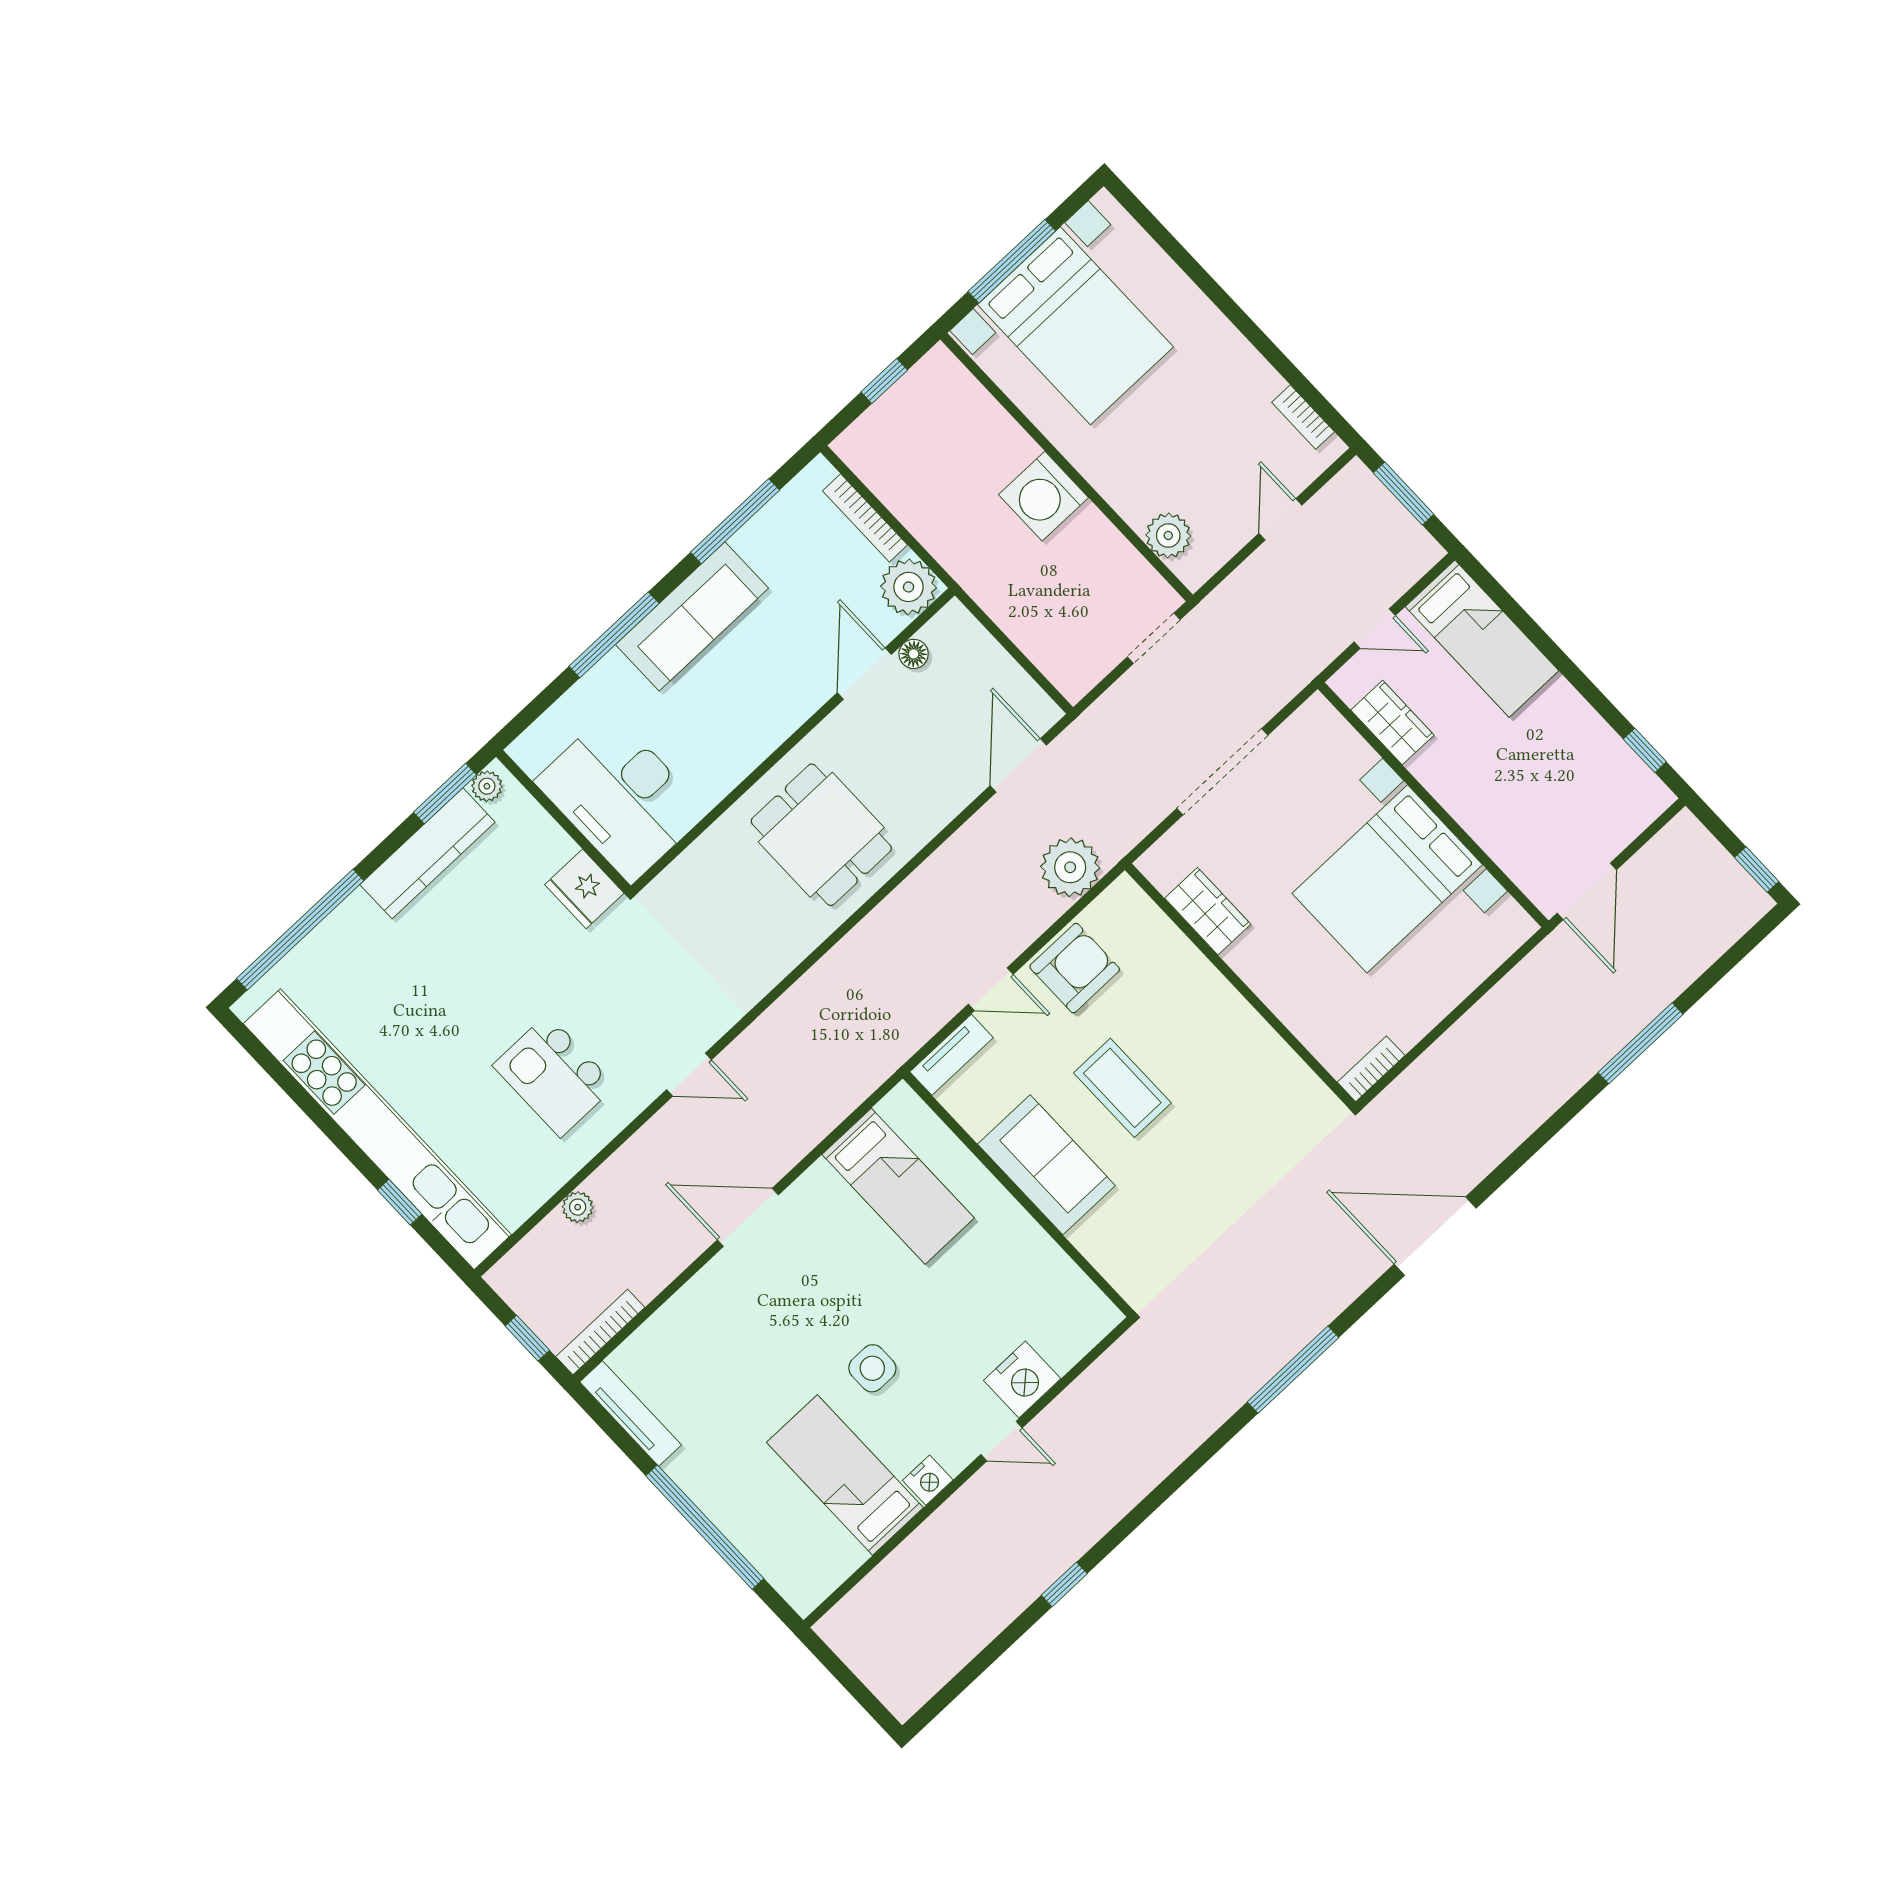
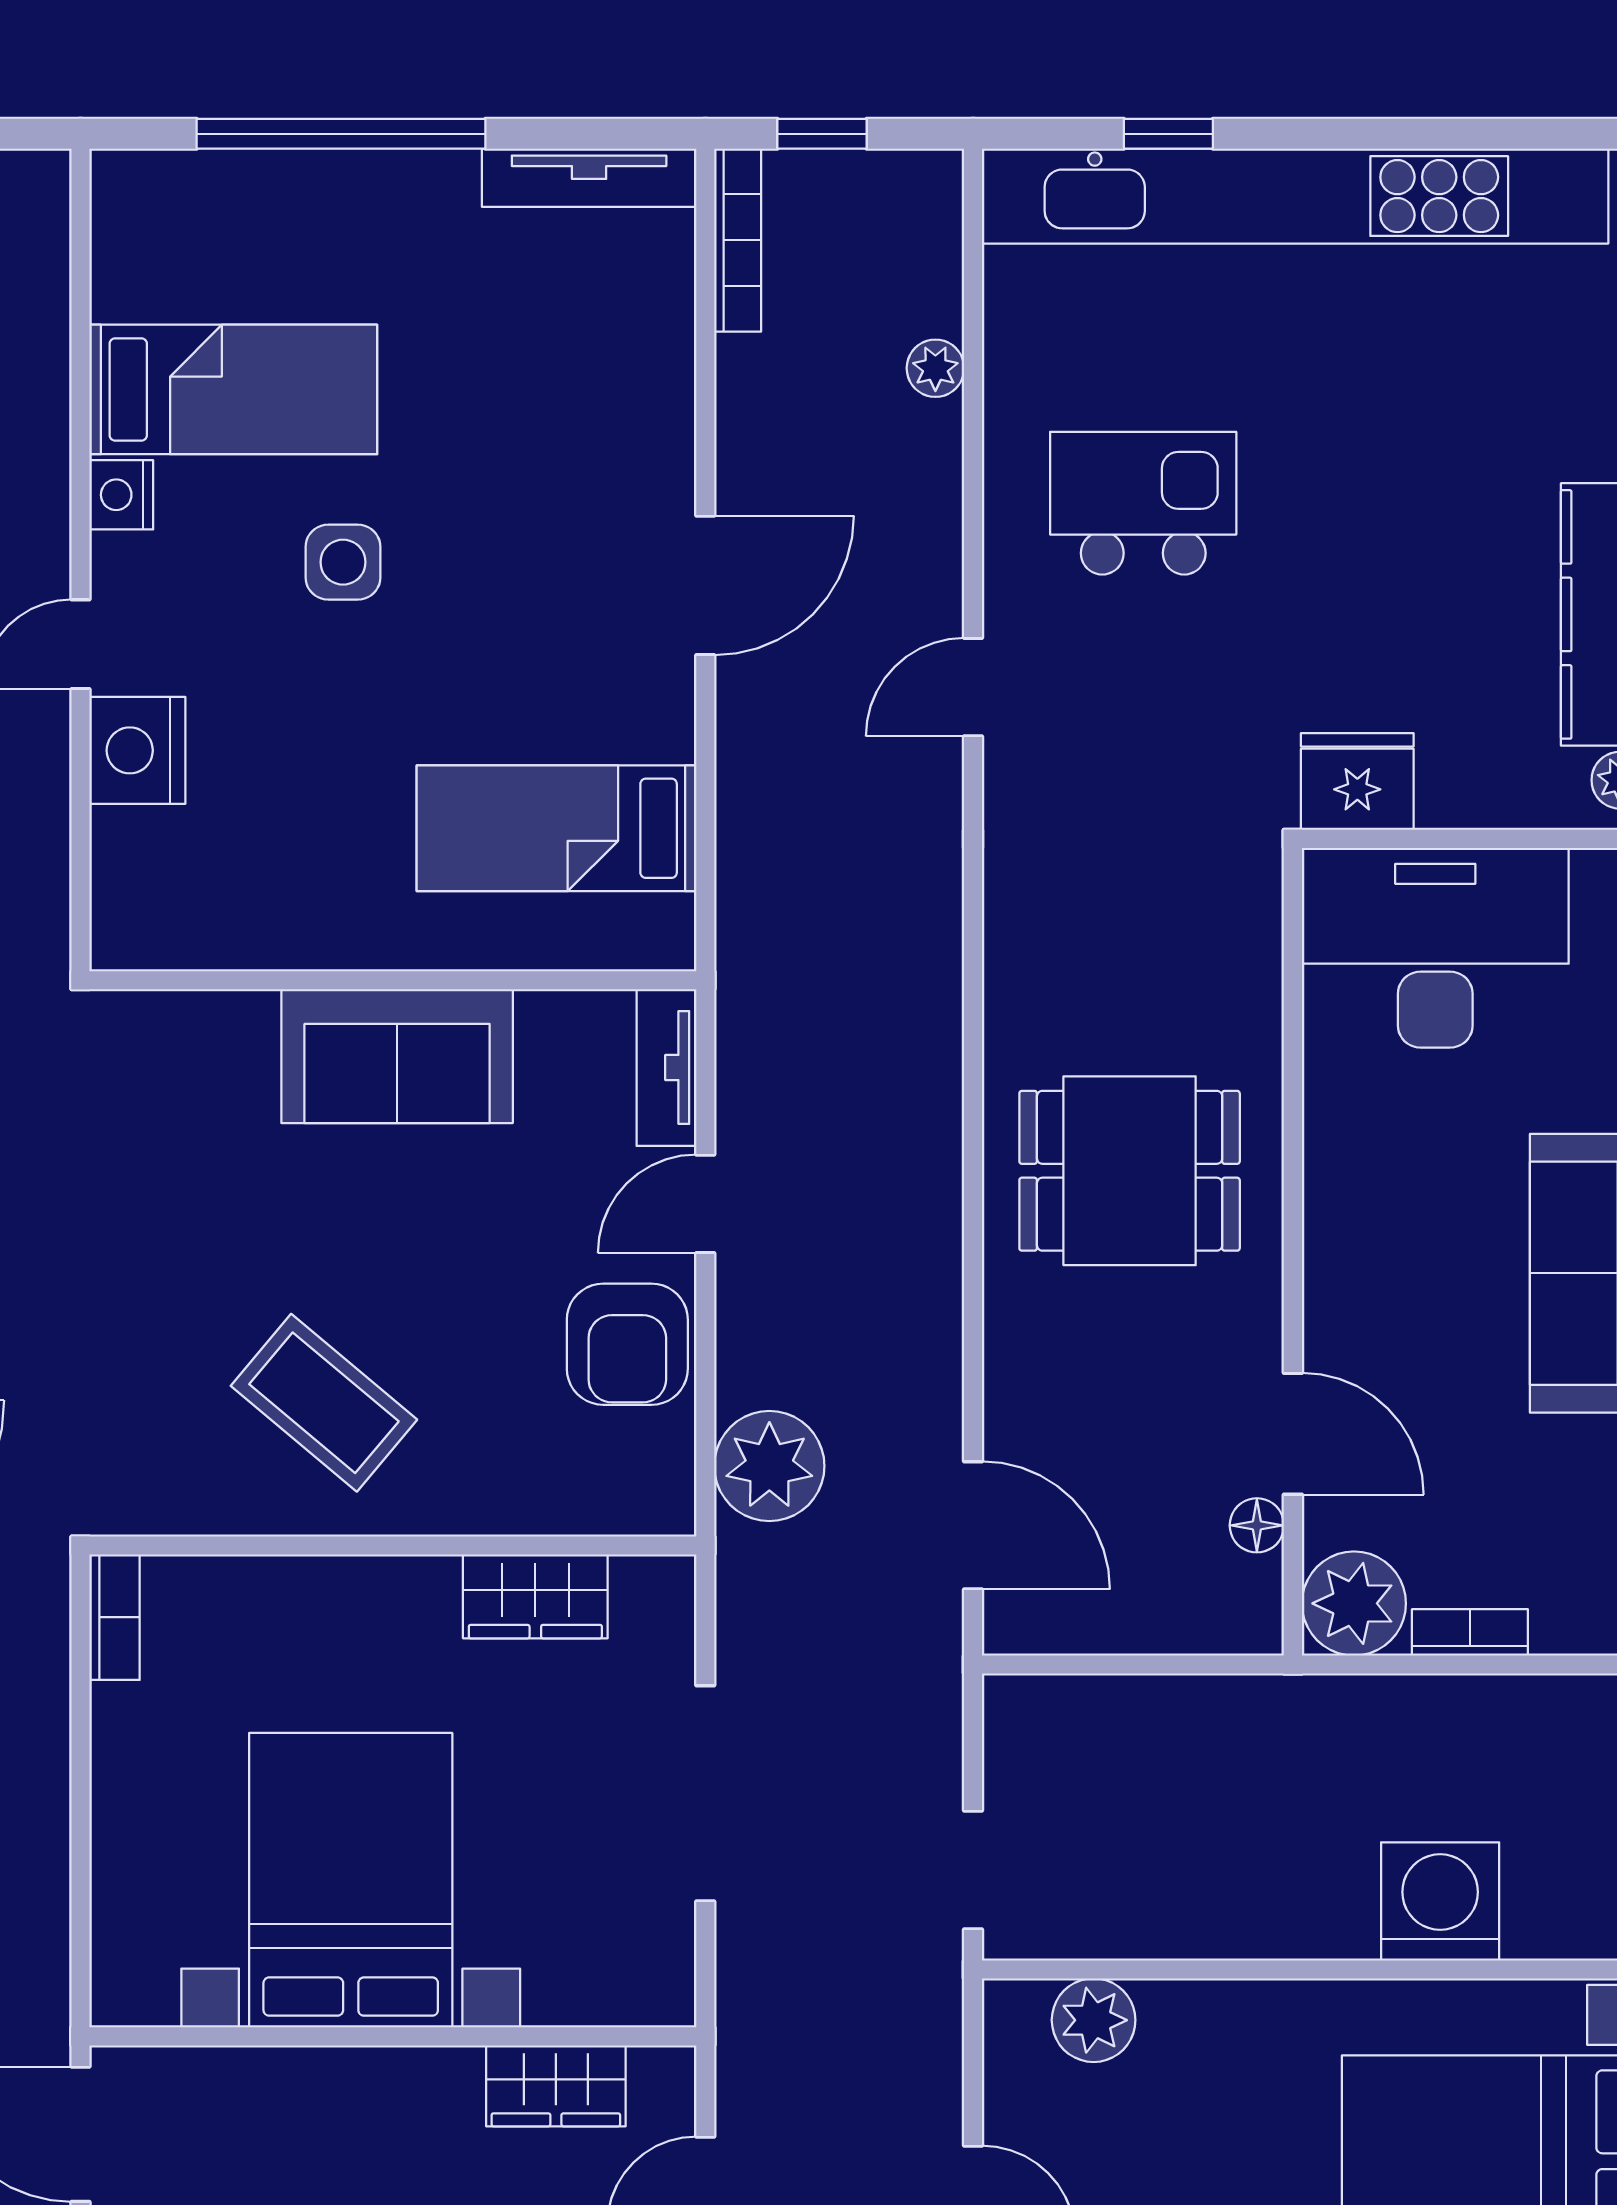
washing machine: (1044, 496) -> (1440, 1901), moved
bookcase: (865, 518) -> (1470, 1632), width x0.64
coffee table: (1122, 1088) -> (324, 1403), moved, turned 40

